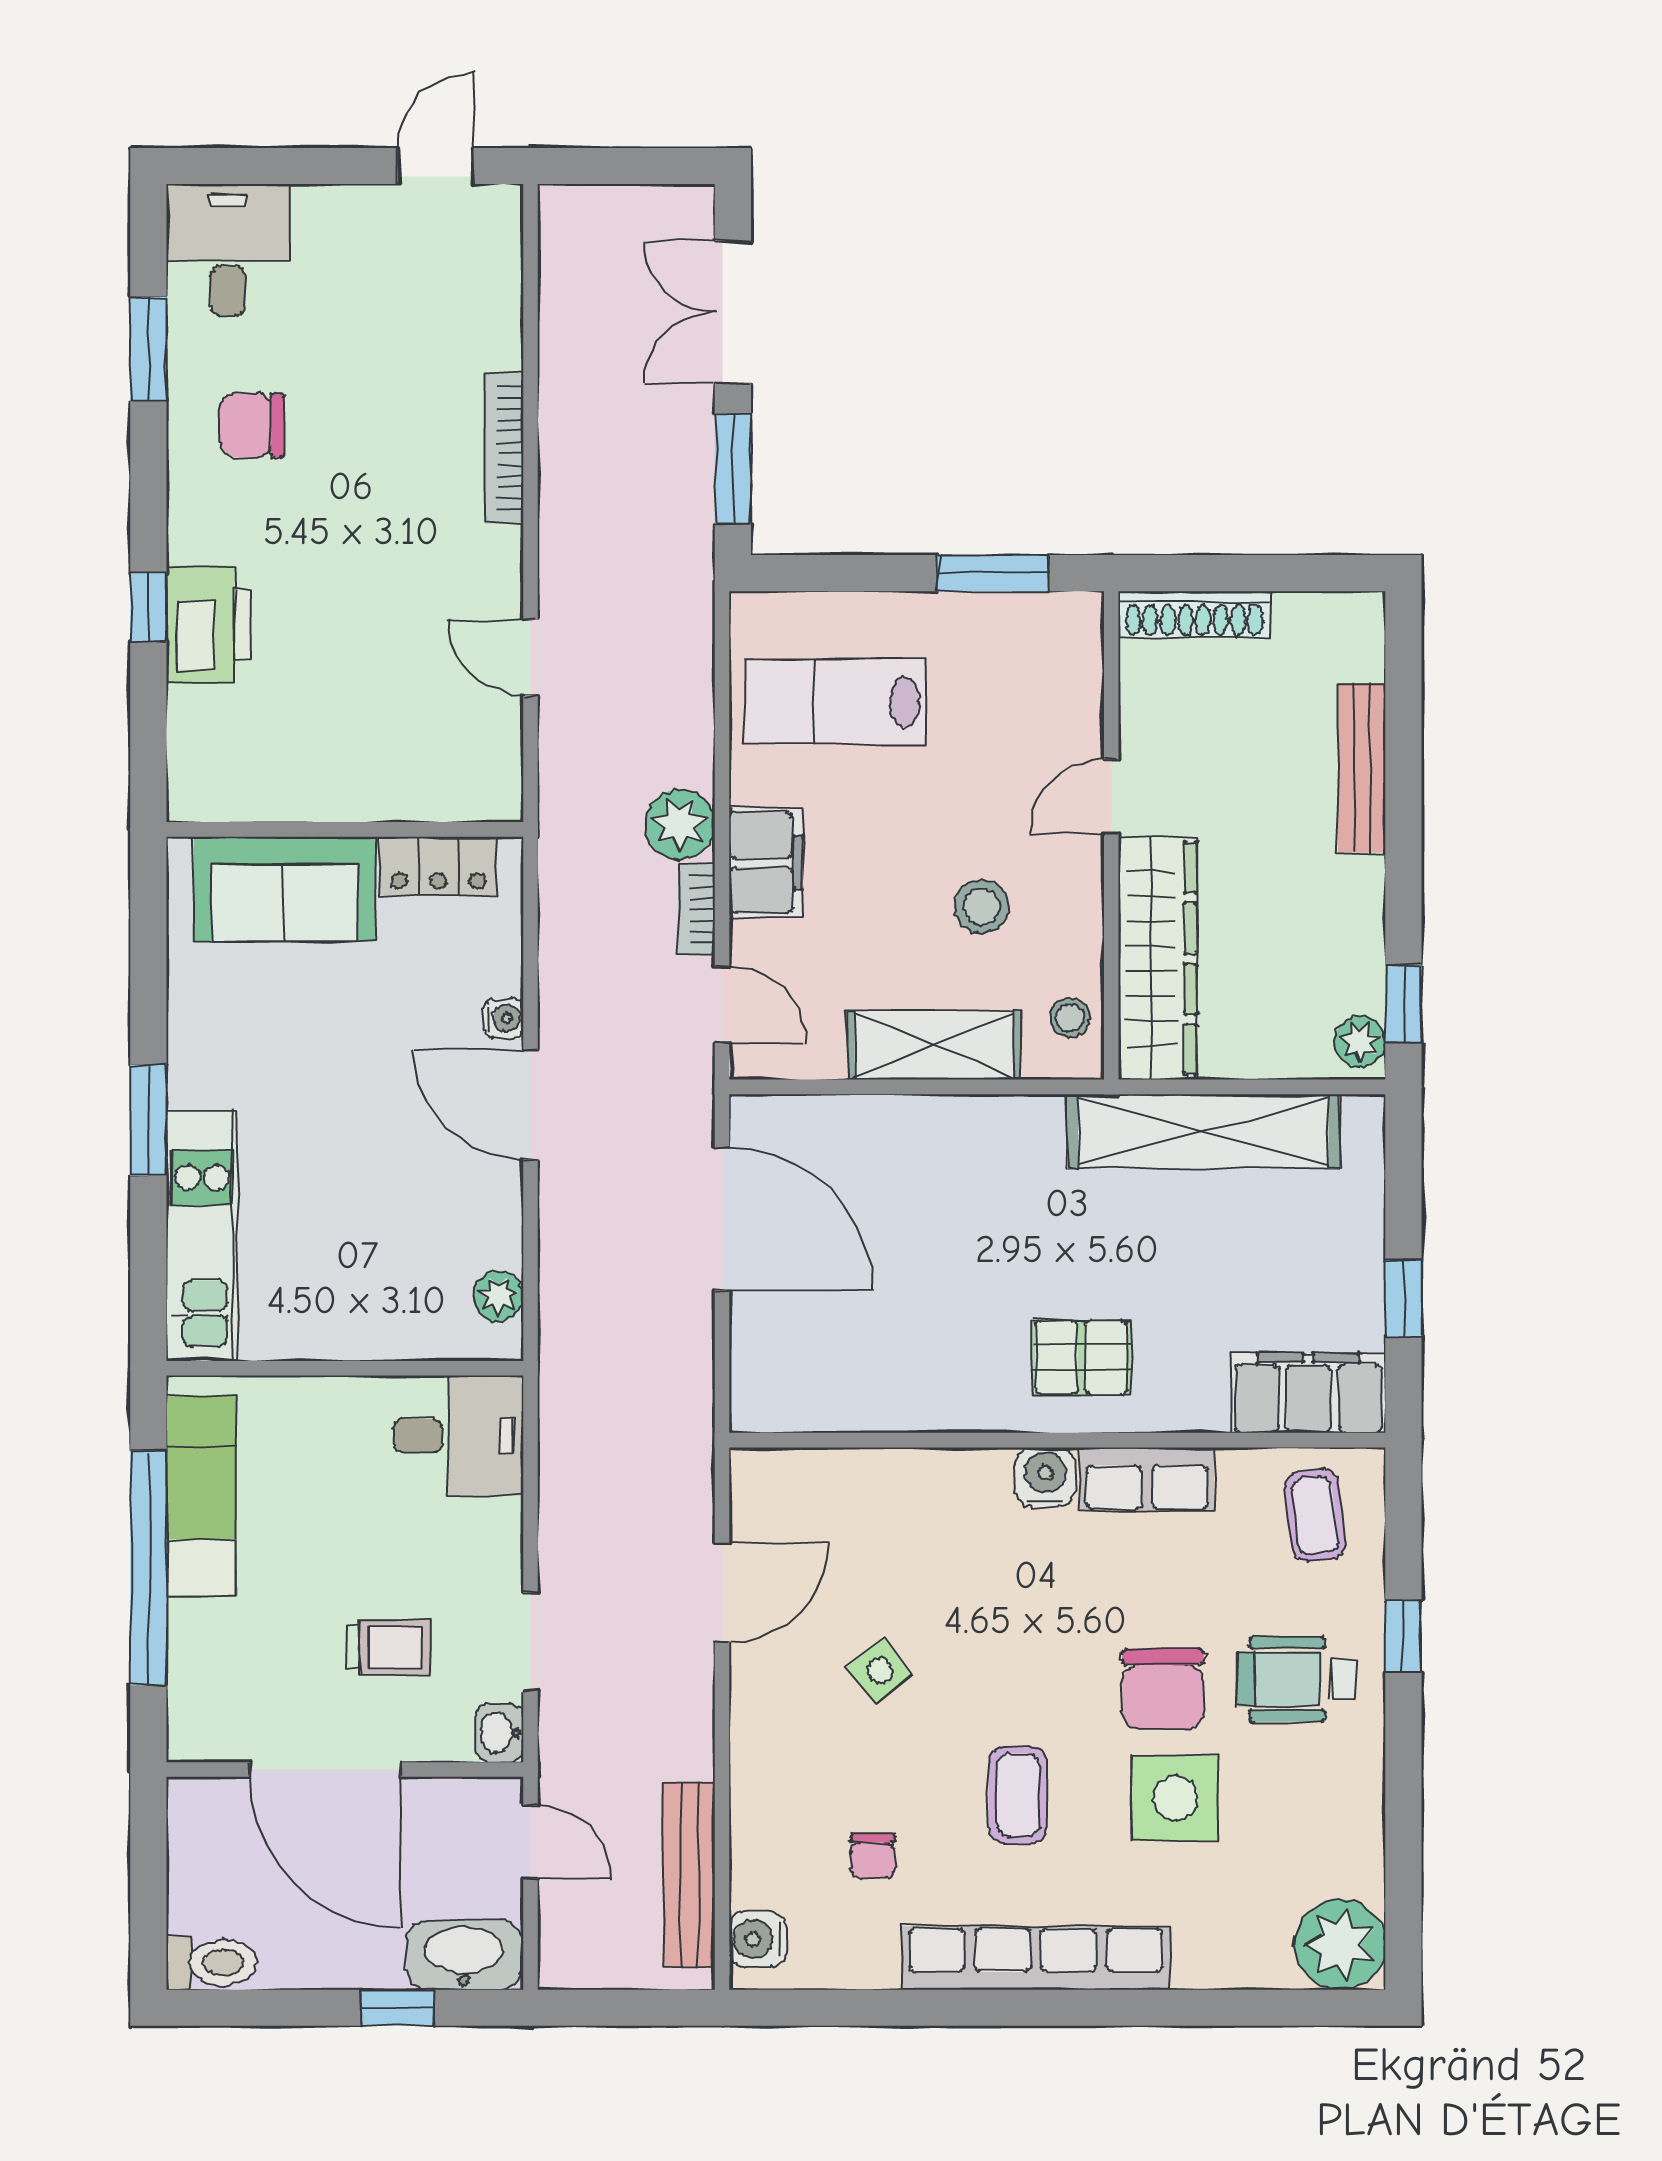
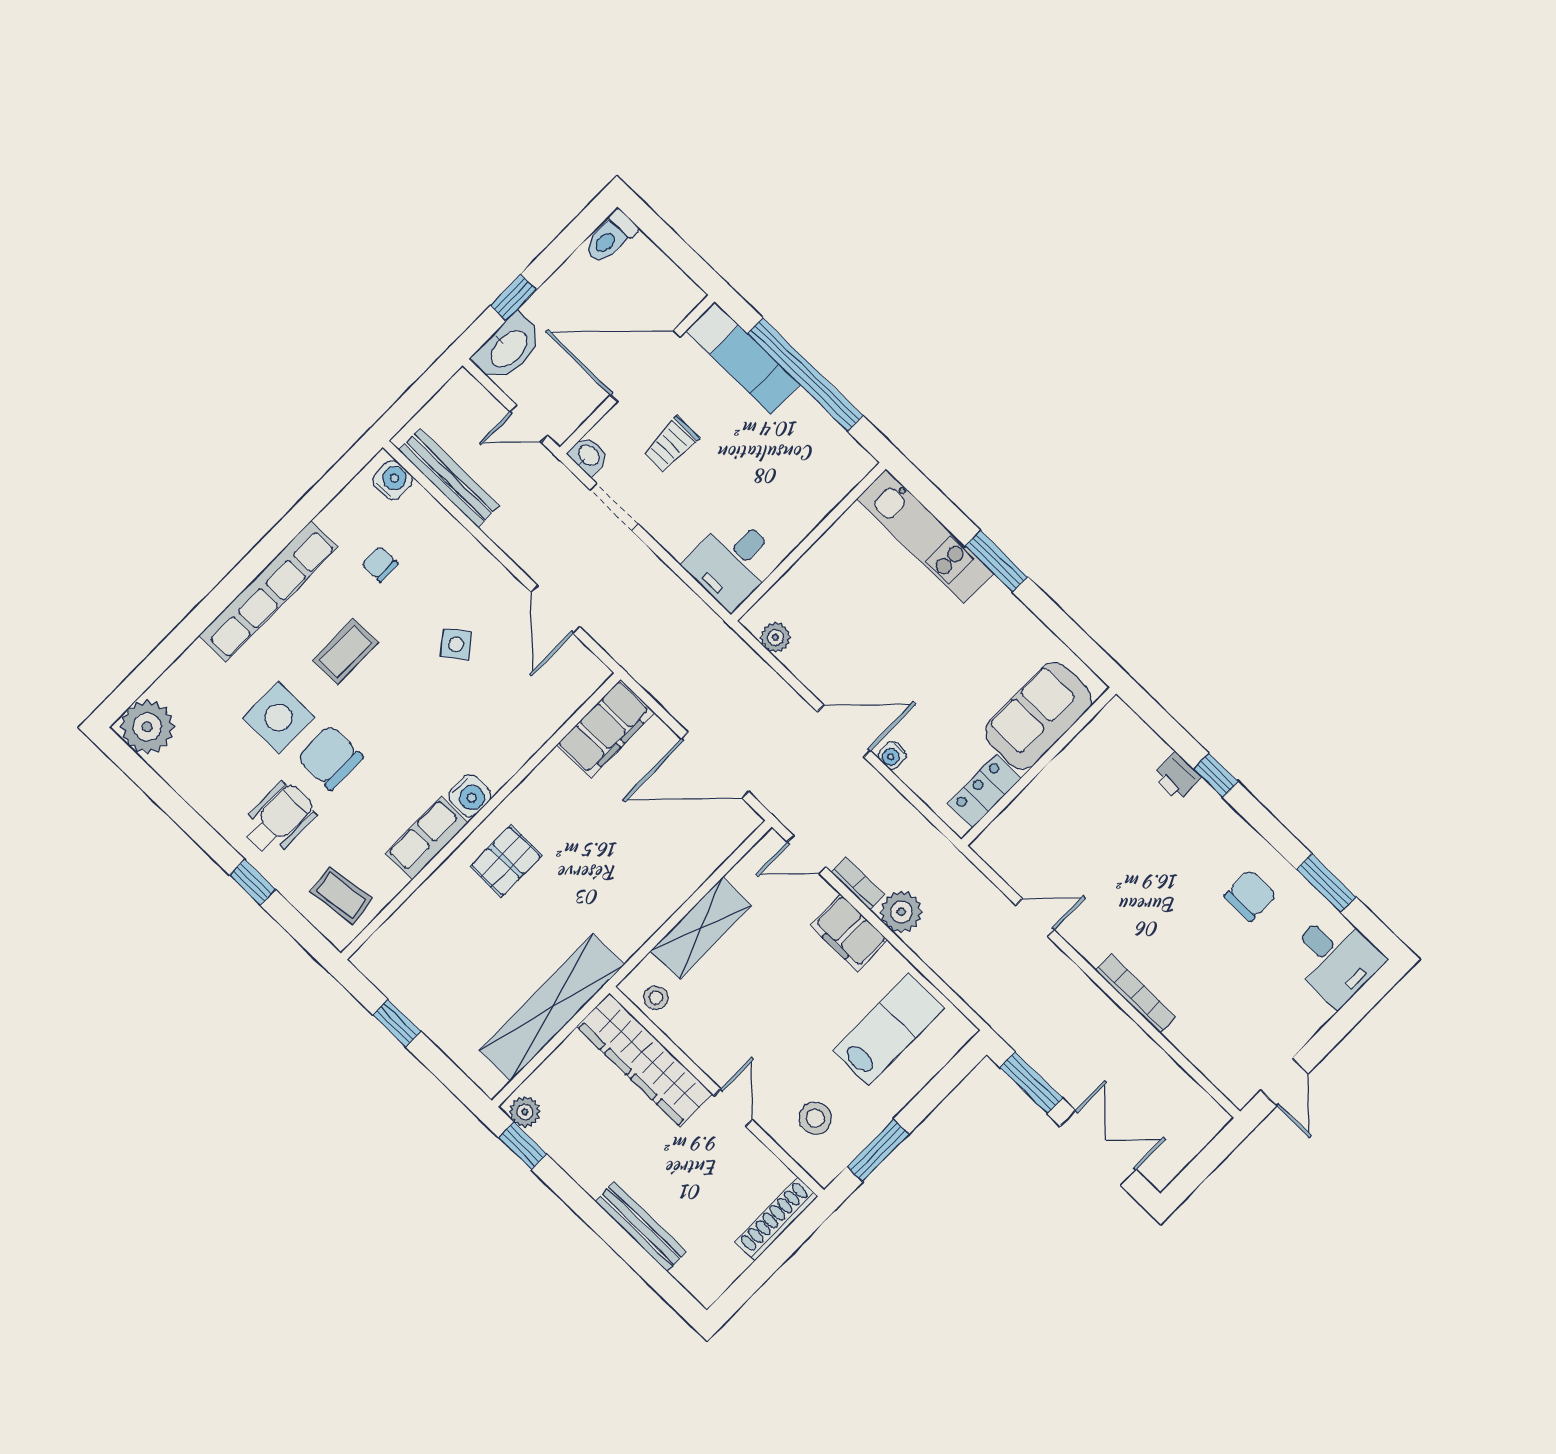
printer: (209, 625) -> (1177, 776), width x0.53, depth x0.68
stool: (982, 907) -> (815, 1118), moved
filing cabinet: (1308, 1393) -> (606, 729), moved
exam couch: (201, 1496) -> (743, 358), moved
coffee table: (1018, 1795) -> (345, 651), turned 90

